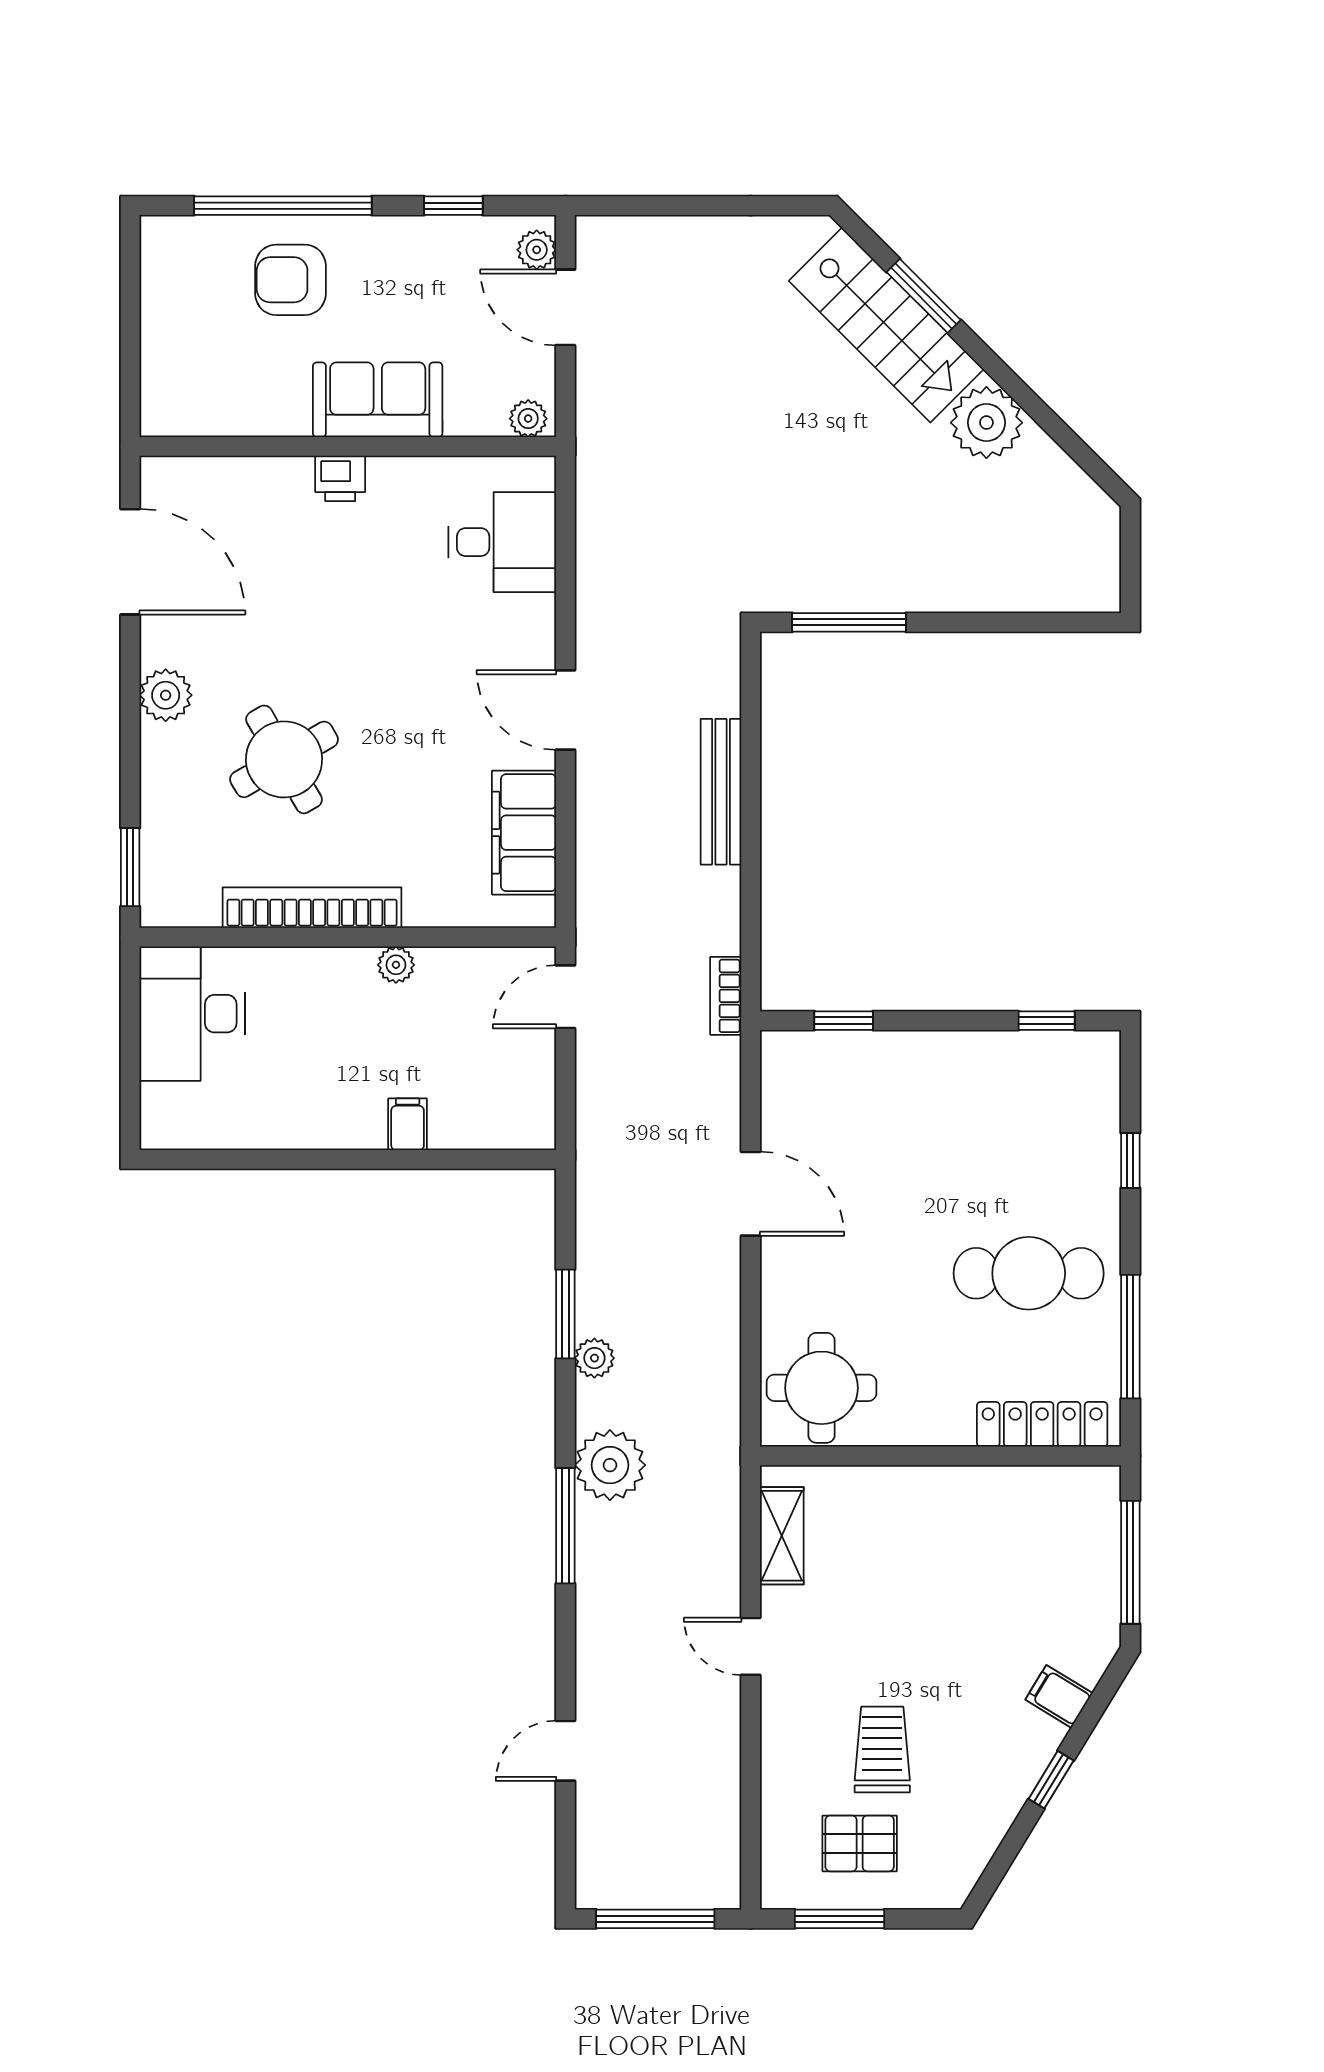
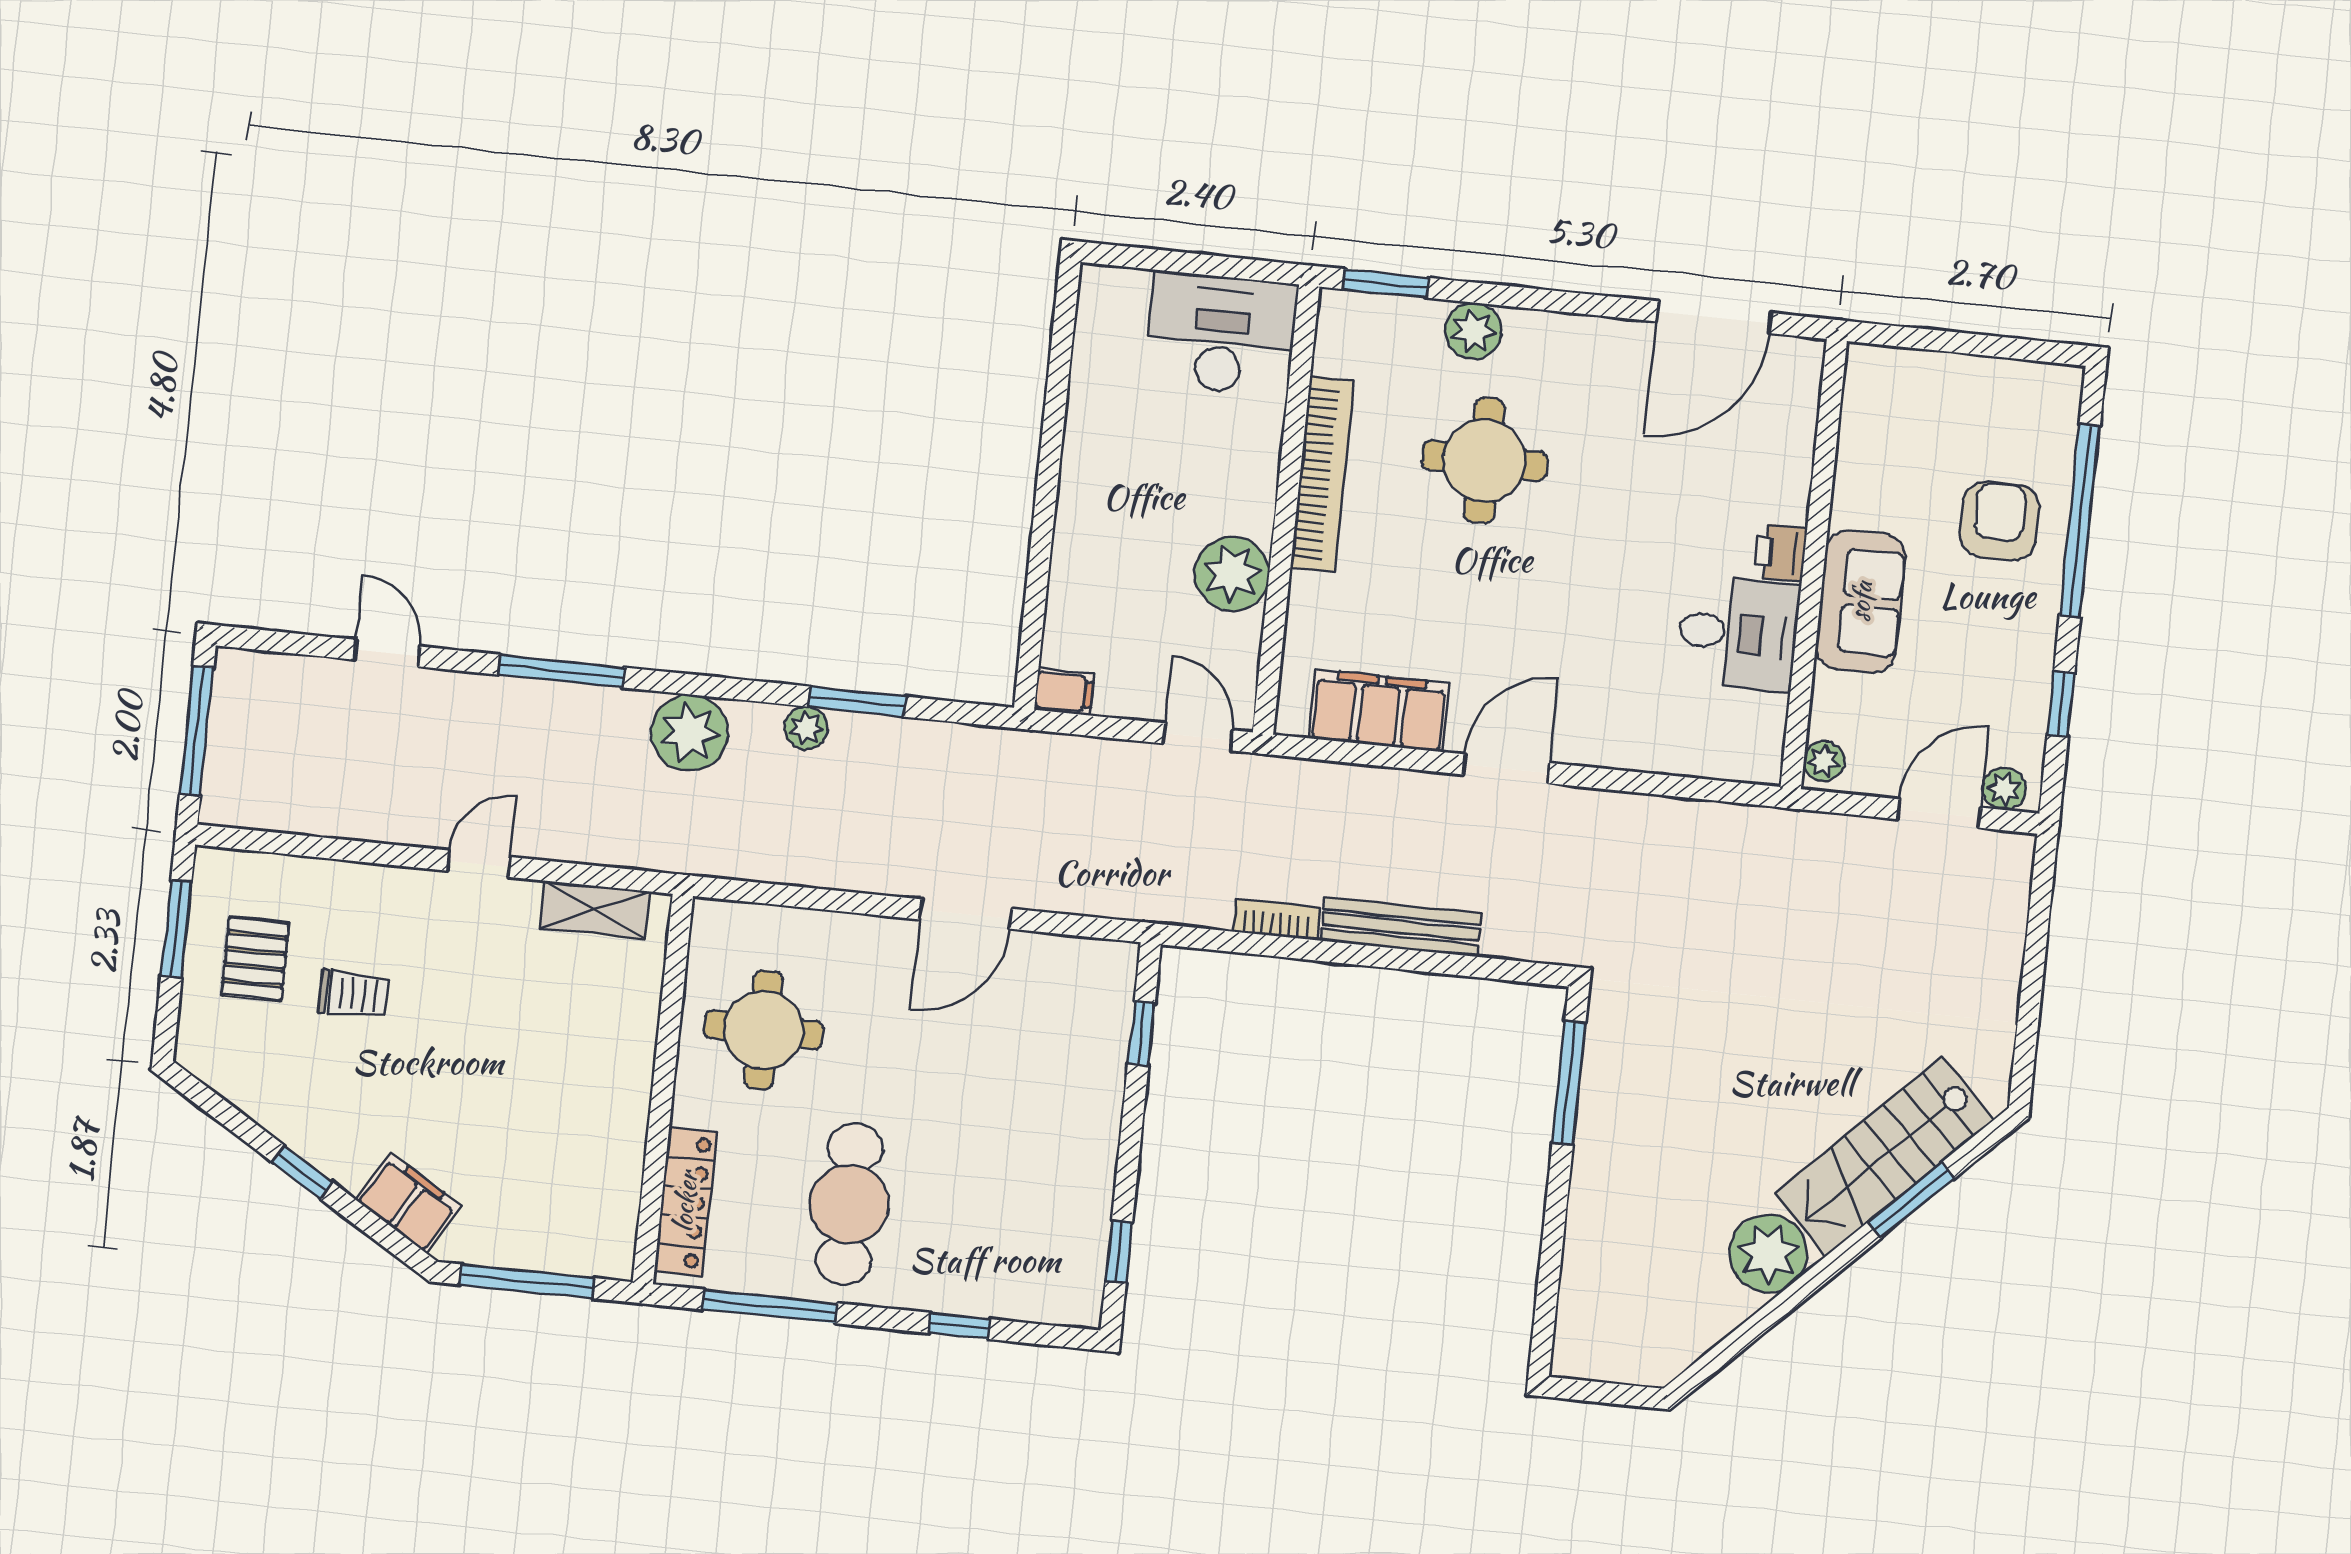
desk: (502, 542) -> (1738, 633), moved, turned -90
plant: (166, 695) -> (1473, 331), moved
round table: (284, 759) -> (1484, 461), turned 30
plant: (396, 965) -> (1232, 574), width x1.88, depth x1.88
bookcase: (726, 996) -> (1276, 919), moved
filing cabinet: (408, 1124) -> (1064, 692), moved
round table: (821, 1388) -> (764, 1030), moved
window: (565, 1526) -> (562, 671), moved
filing cabinet: (1059, 1696) -> (409, 1203), width x2.00
trolley: (882, 1749) -> (354, 994), width x0.73, depth x0.72

